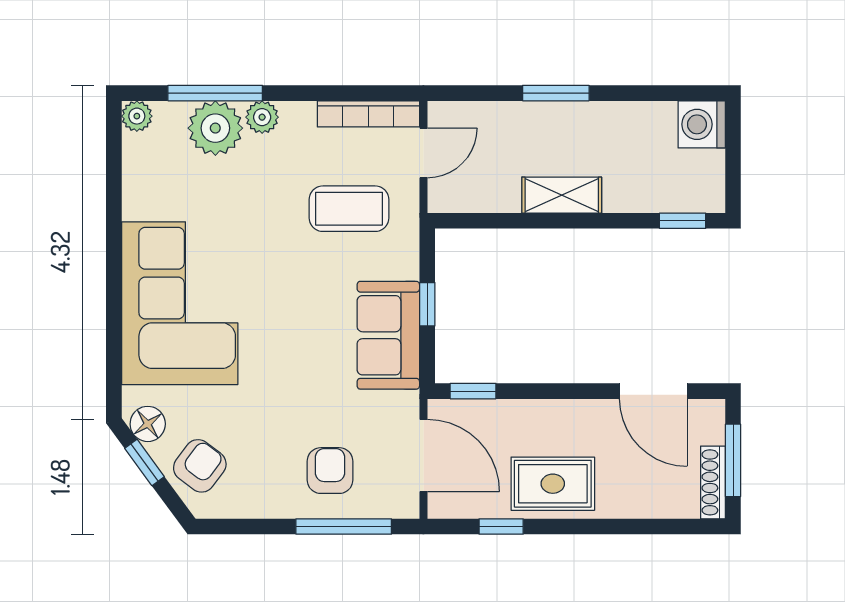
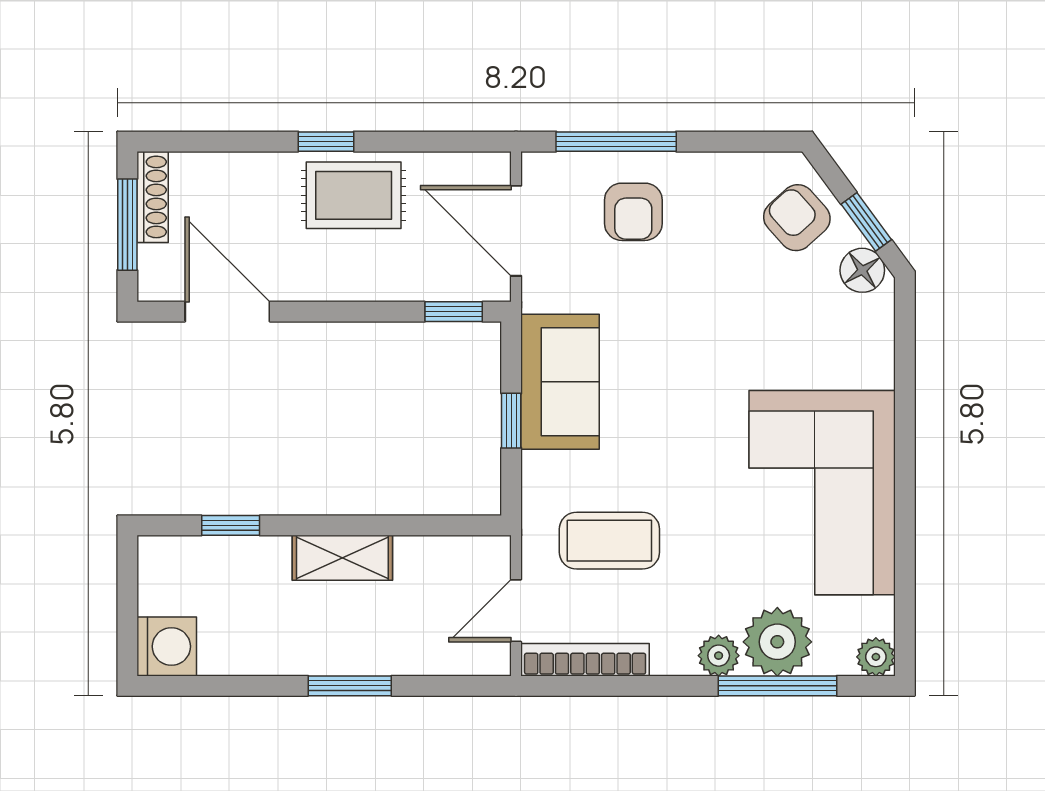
window: (683, 221) -> (231, 525), moved
corner sofa: (180, 303) -> (822, 493), moved
armchair: (200, 466) -> (797, 218), turned 101
window: (501, 526) -> (326, 142), moved

